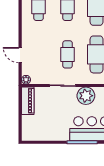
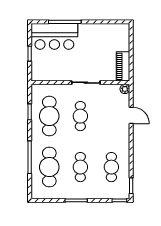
plant: (86, 96) -> (61, 72), removed

